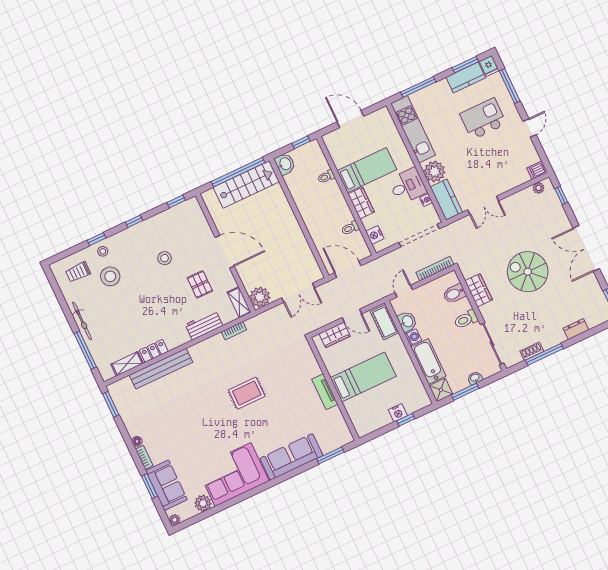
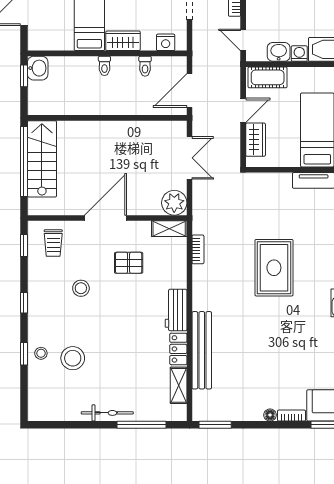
washbasin: (285, 164) -> (38, 68), moved, turned 90
toilet: (326, 177) -> (104, 66), moved
trolley: (78, 272) -> (53, 243), moved
workbench: (204, 325) -> (176, 310), moved
rug: (247, 393) -> (274, 268), width x1.36, depth x1.43

